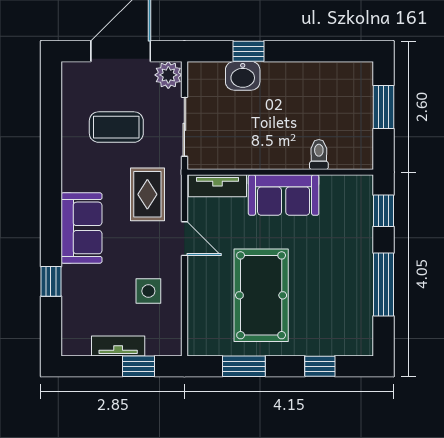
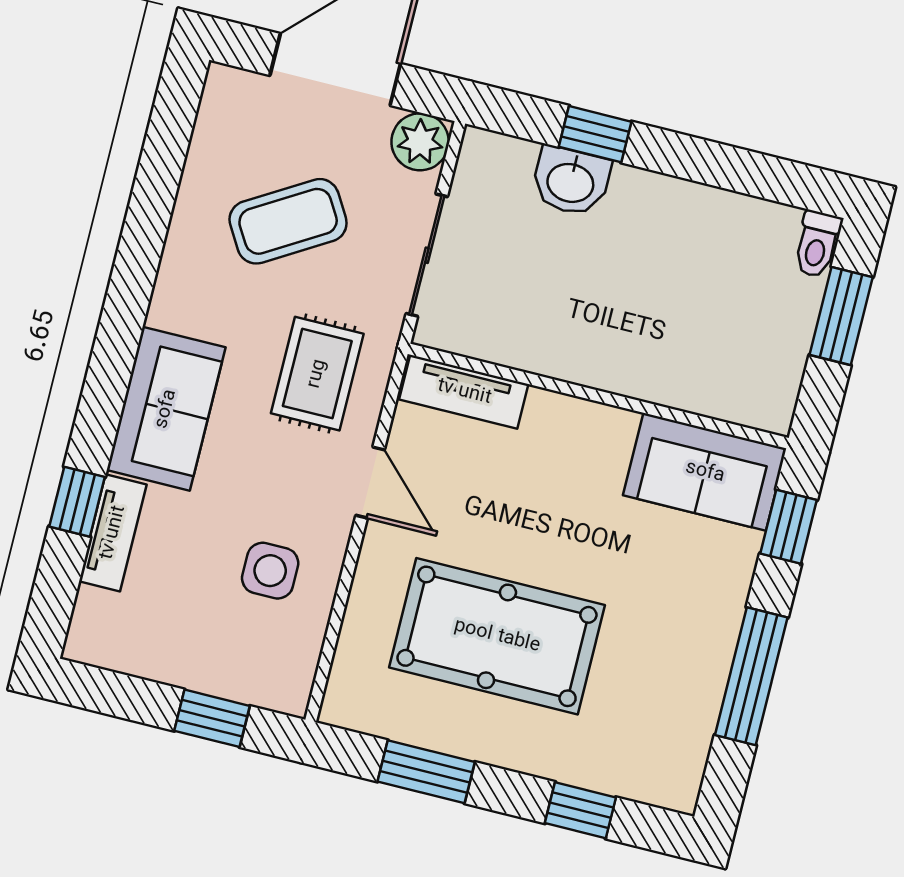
coffee table: (116, 127) -> (288, 221), turned -31
toilet: (319, 154) -> (817, 244), moved, turned 180
sofa: (284, 195) -> (705, 472), moved
pool table: (261, 295) -> (497, 636), turned 90
tv unit: (118, 346) -> (113, 533), moved, turned 90

